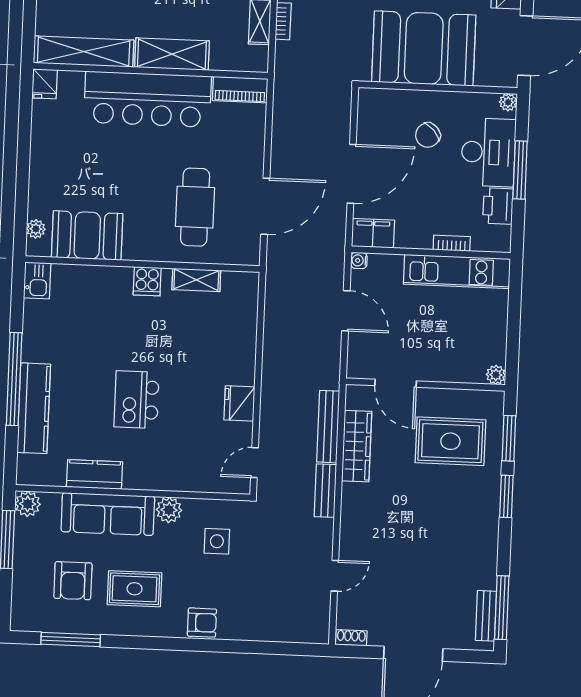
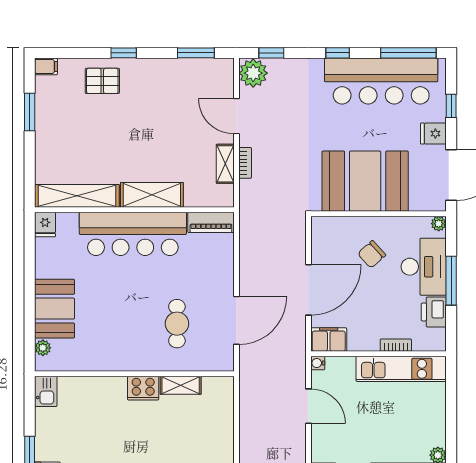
cafe table: (195, 207) -> (177, 324), width x0.73, depth x0.74
booth: (87, 236) -> (55, 309), moved, turned 90
cooker: (147, 281) -> (143, 388), width x1.36

